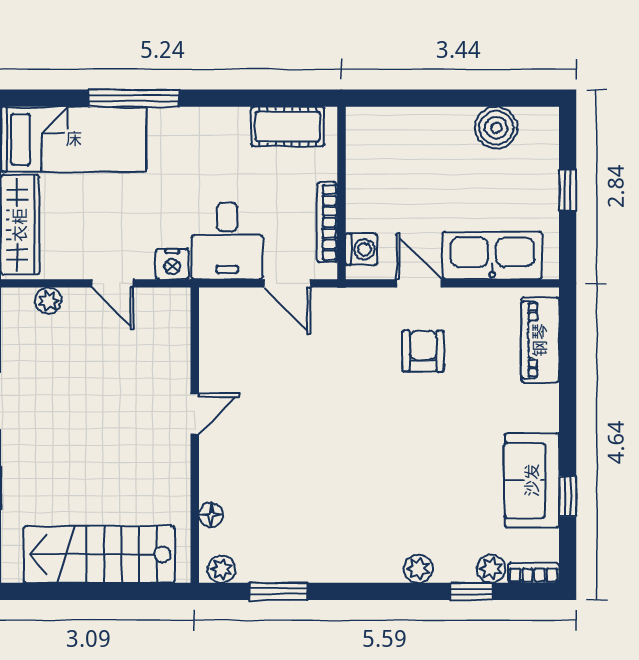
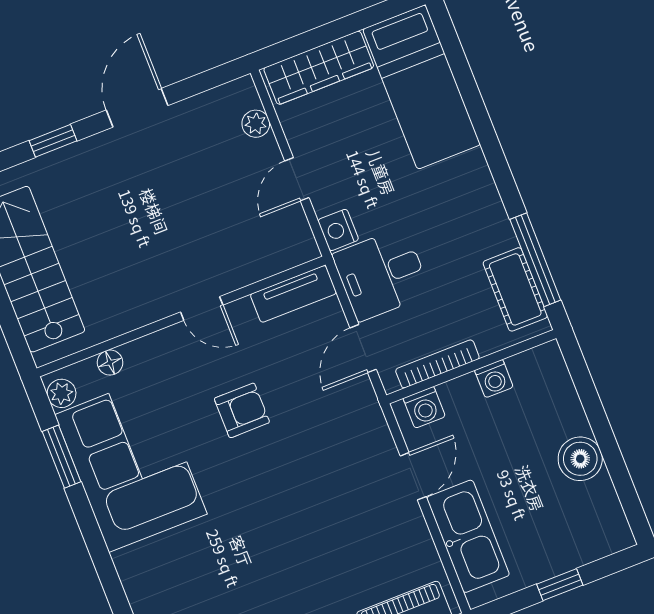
window: (134, 98) -> (535, 260), moved
boiler: (496, 128) -> (580, 459), moved
washing machine: (360, 177) -> (494, 379), added
tv unit: (214, 327) -> (293, 294), added
armchair: (423, 351) -> (242, 410), moved
corner sofa: (309, 532) -> (131, 464), added
plant: (418, 569) -> (137, 584), removed

